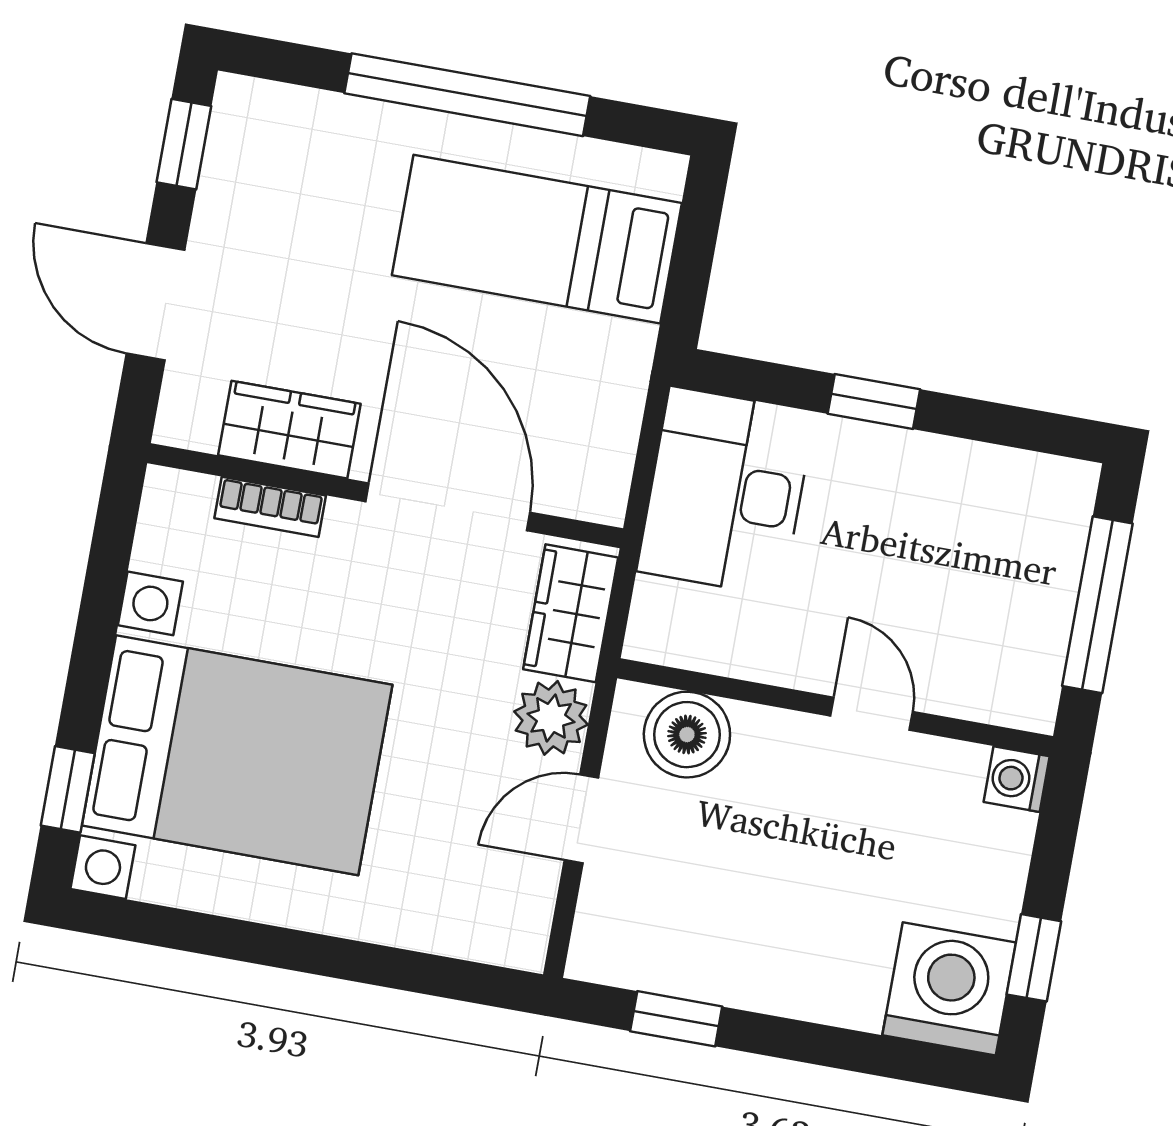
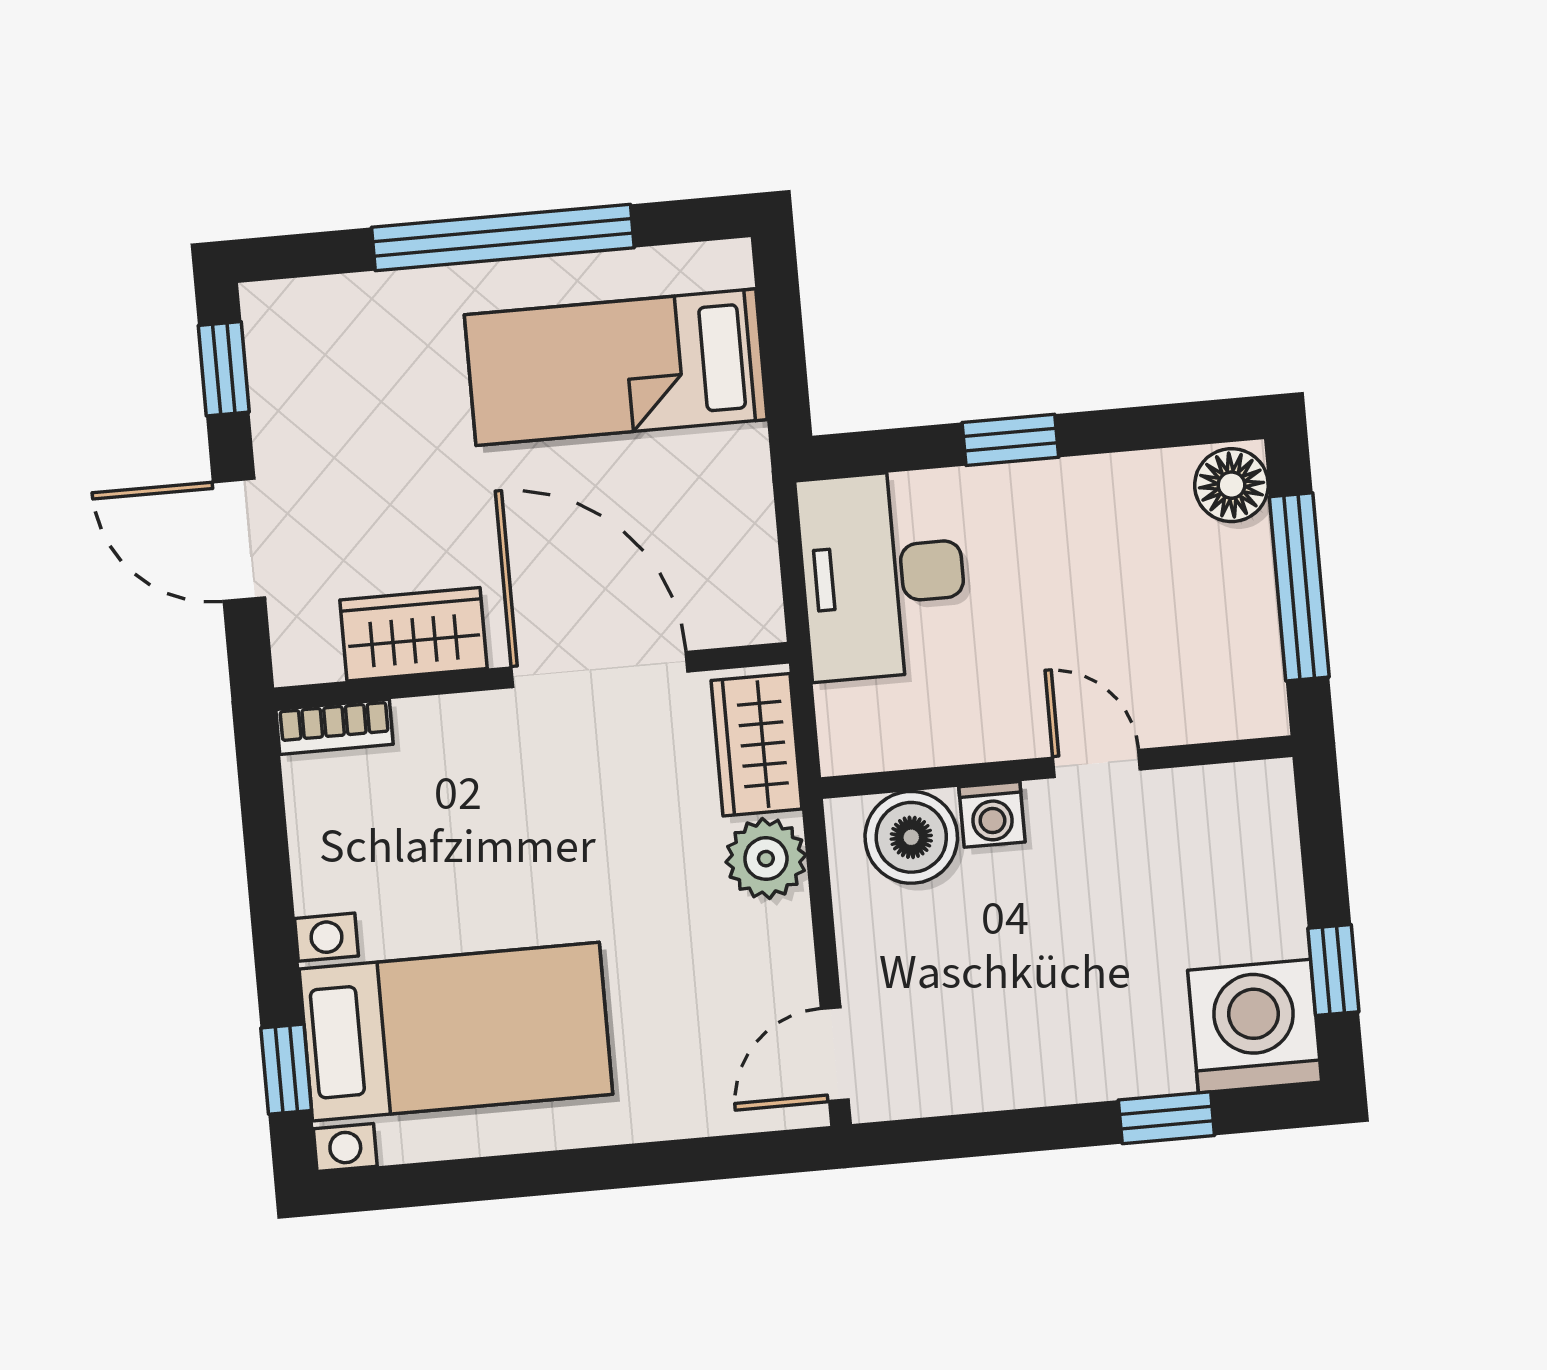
floor lamp: (1062, 497) -> (1231, 485), added
bookcase: (270, 507) -> (334, 727), moved
bed with nightstands: (237, 755) -> (456, 1032), width x0.73
washing machine: (1017, 779) -> (992, 814), moved, turned -90
door: (581, 819) -> (835, 1054), moved
window: (676, 1019) -> (1166, 1118), moved

